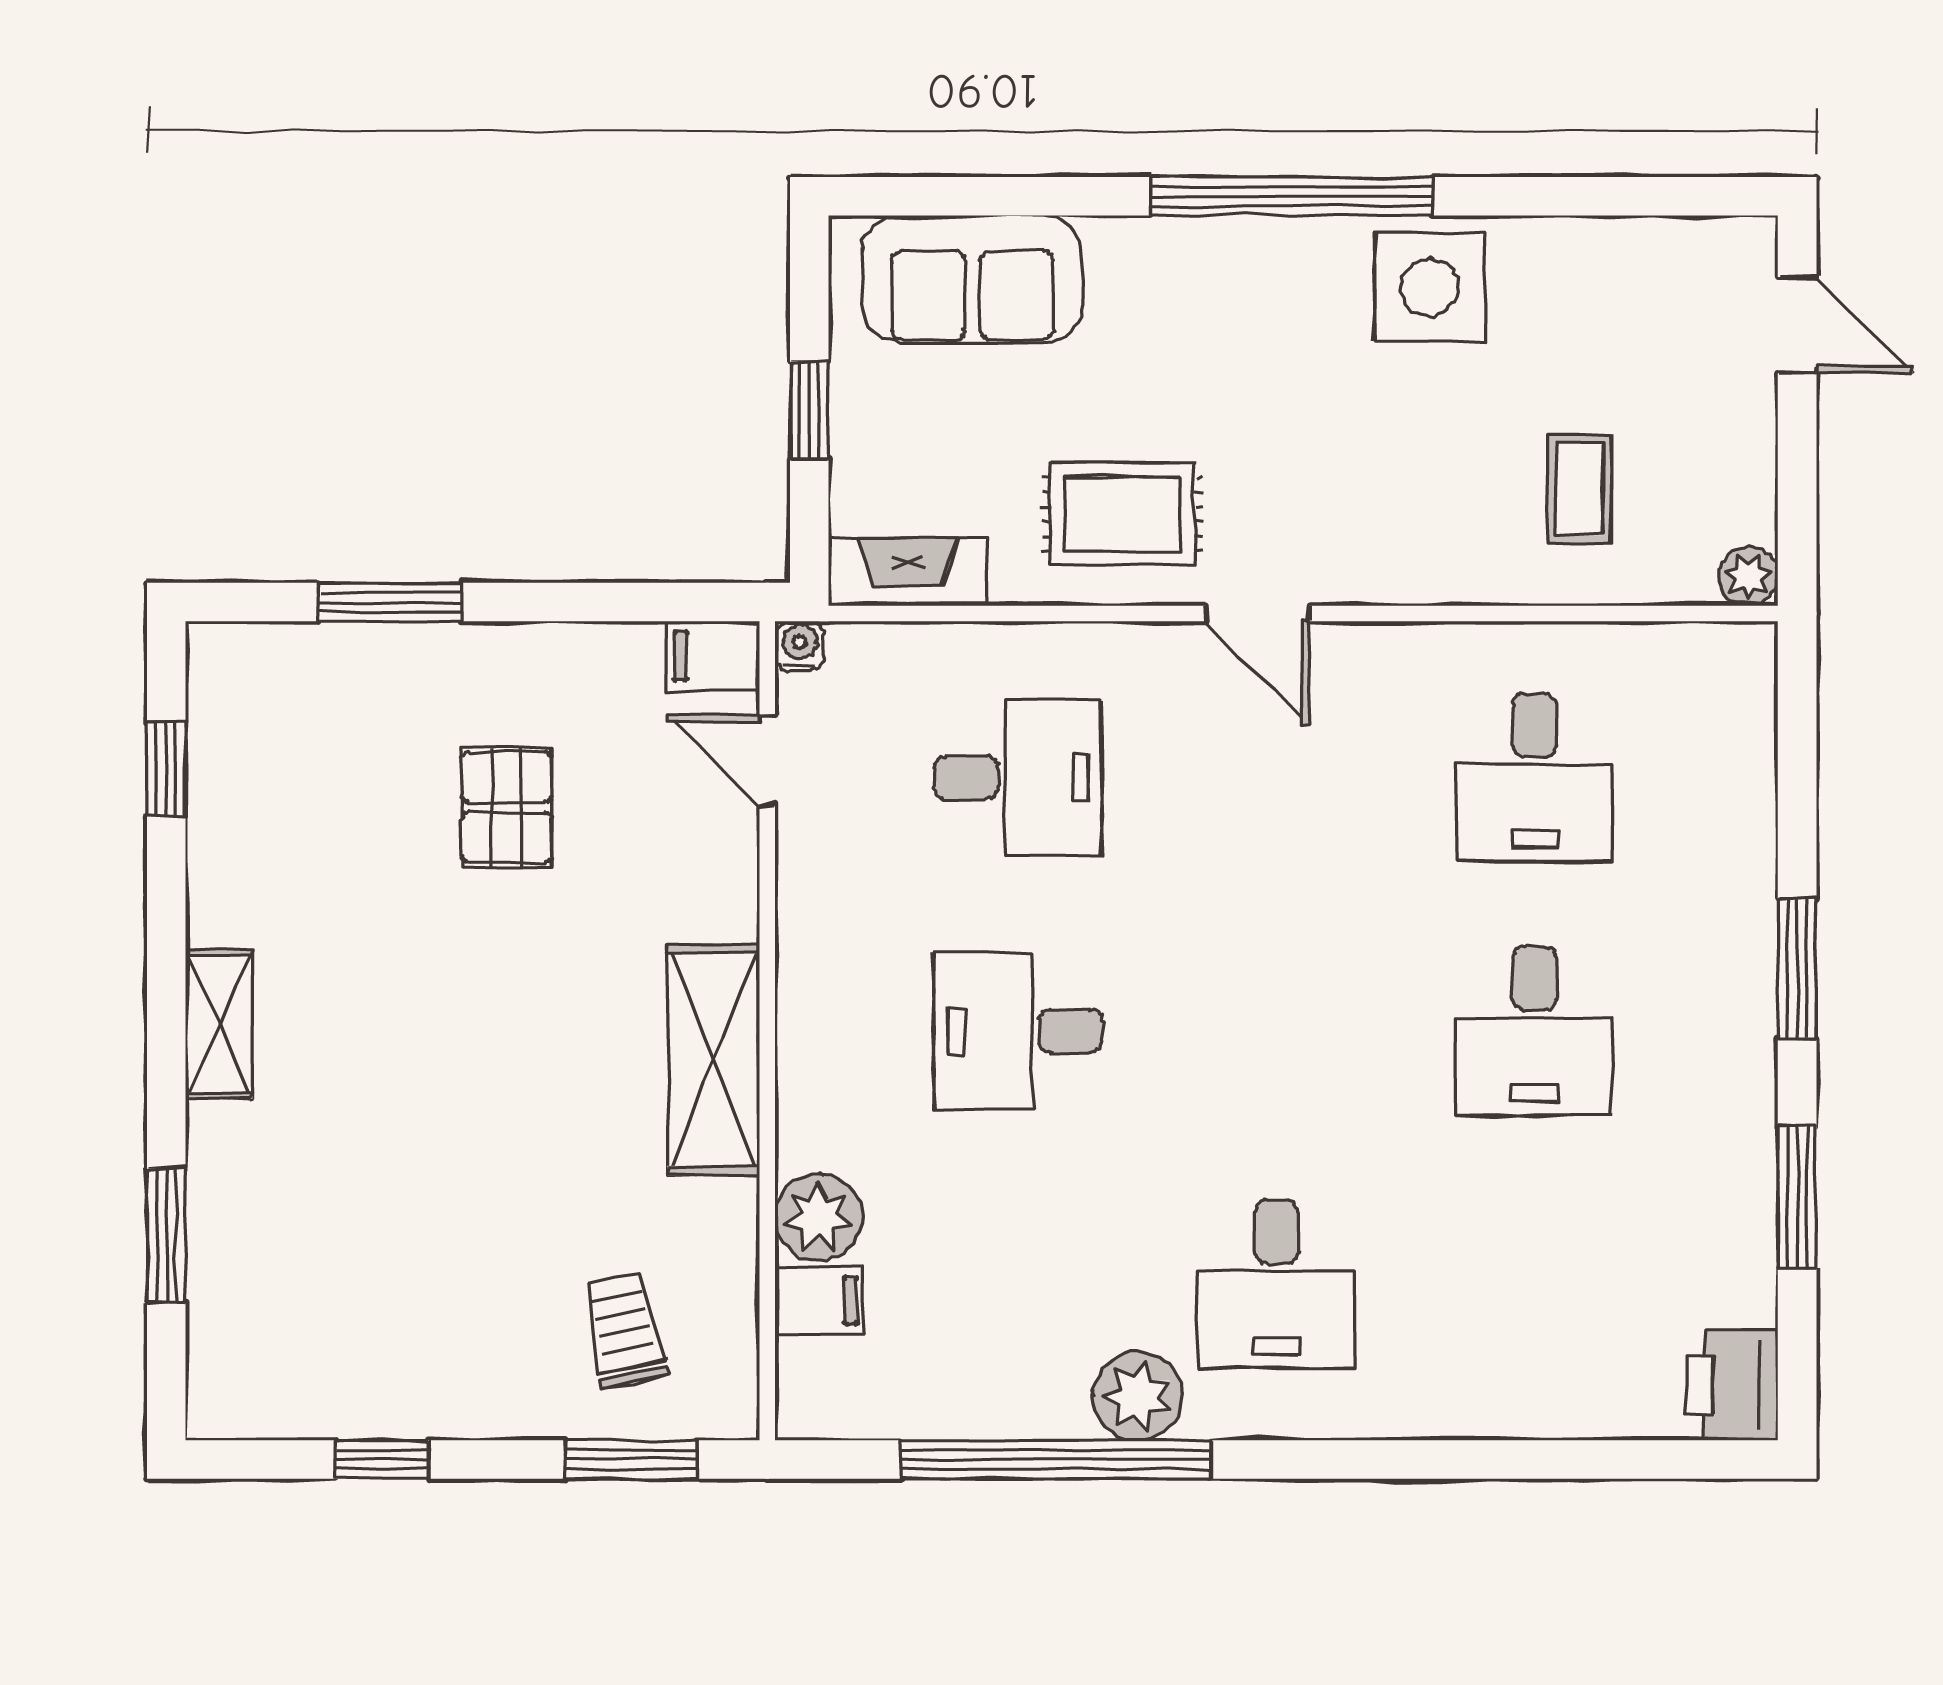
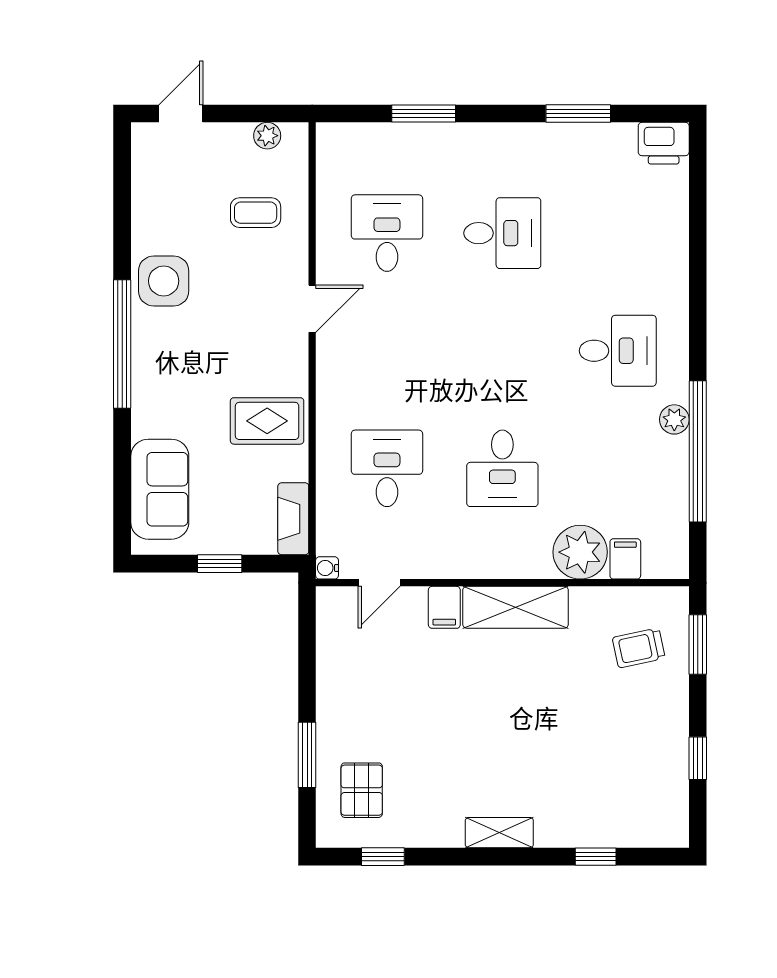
rug: (1122, 514) -> (267, 421), turned 90
plant: (1748, 576) -> (267, 136), moved
door: (1257, 613) -> (312, 309), moved
filing cabinet: (713, 656) -> (444, 607), moved
desk: (1535, 777) -> (387, 233), turned -90
pallet: (507, 807) -> (362, 790), moved, turned 90
window: (1797, 969) -> (424, 113), moved
plant: (818, 1217) -> (580, 552), width x1.36, depth x1.36
window: (166, 1236) -> (596, 857), width x0.67
plant: (1138, 1396) -> (674, 419), width x0.73, depth x0.73

